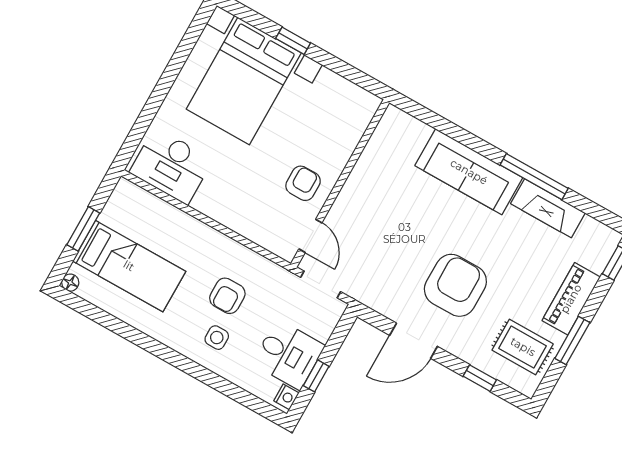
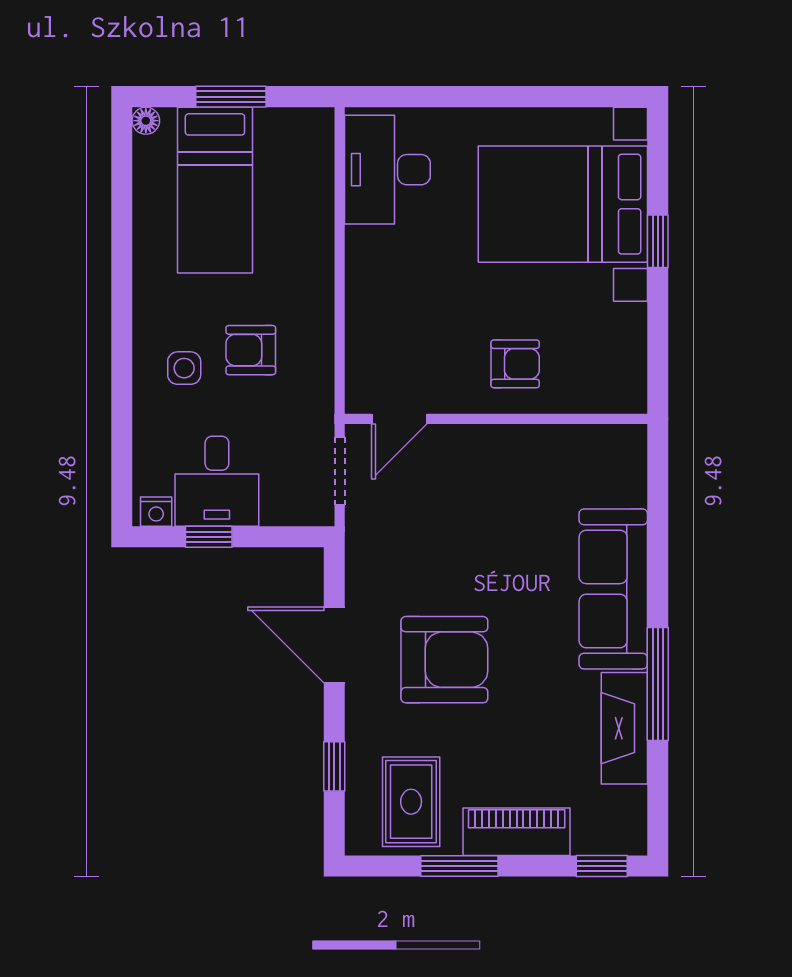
armchair: (303, 183) -> (515, 364), moved

